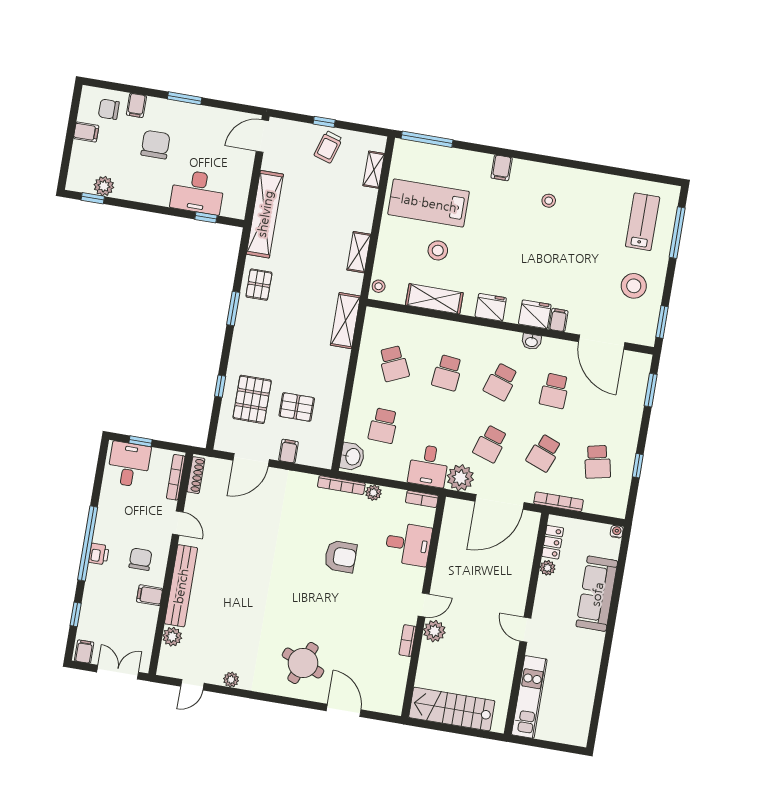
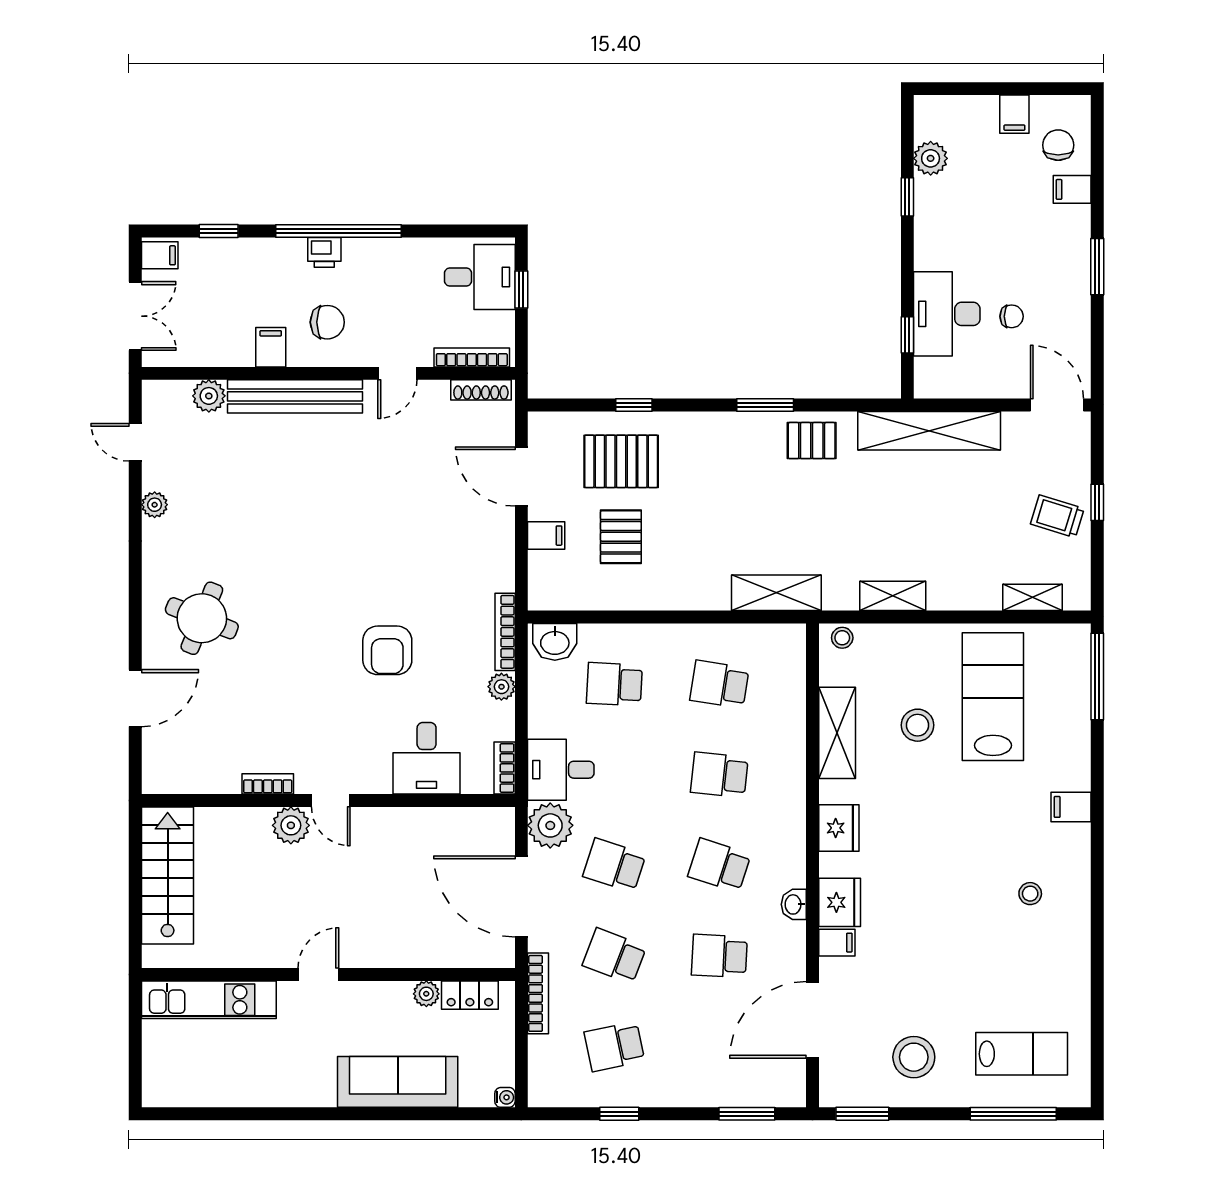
chair: (155, 145) -> (1012, 316), moved, width x0.54, depth x0.54
window: (93, 198) -> (907, 197), moved
school desk: (394, 364) -> (719, 684), turned 33

